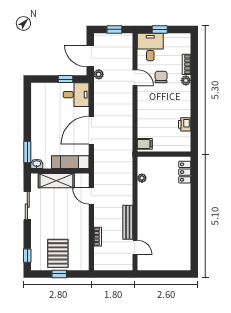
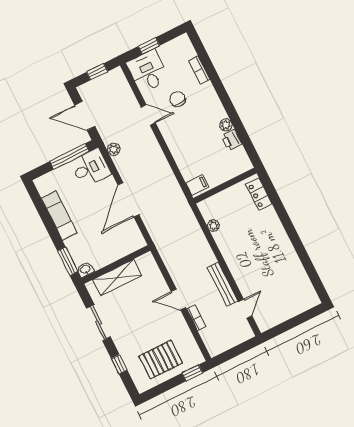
plant: (99, 74) -> (114, 149), moved
window: (65, 79) -> (70, 156), width x2.17
plant: (186, 80) -> (226, 125), moved
exam couch: (70, 162) -> (59, 215), moved, turned 90
door: (91, 196) -> (178, 300), moved
door: (135, 247) -> (245, 309), hinge flipped
pallet: (58, 253) -> (161, 360), turned 90
window: (27, 256) -> (119, 364), moved
window: (59, 274) -> (192, 373), moved

